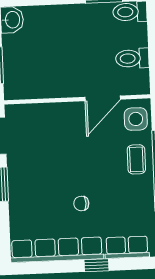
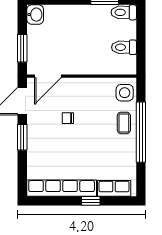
door: (103, 98) -> (48, 76), moved
chair: (81, 203) -> (68, 118), moved

